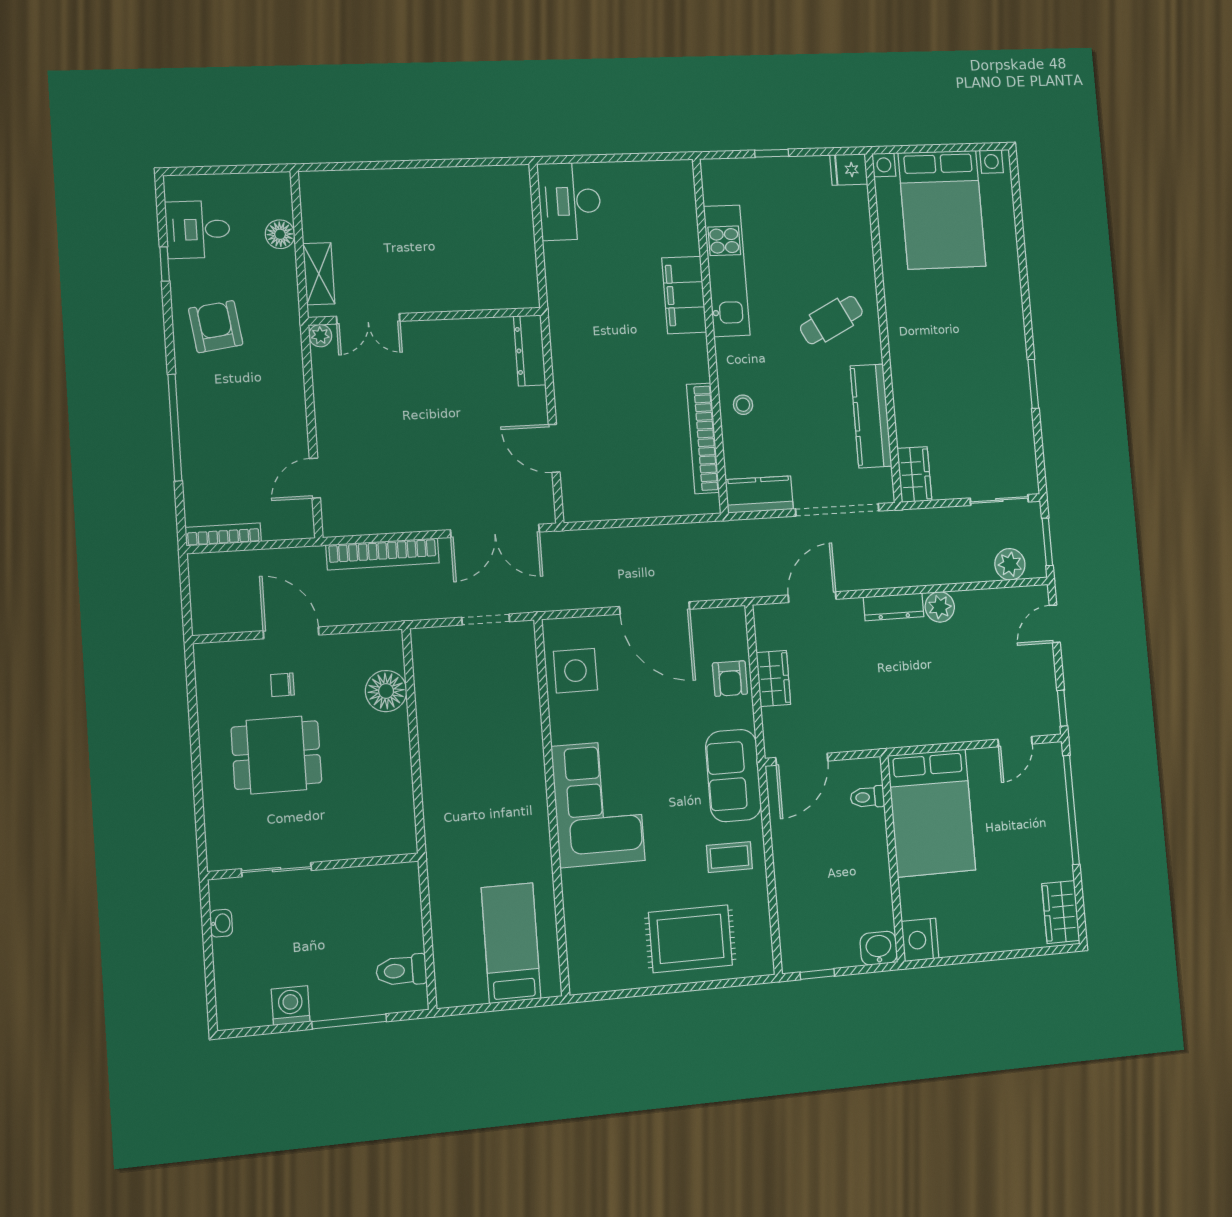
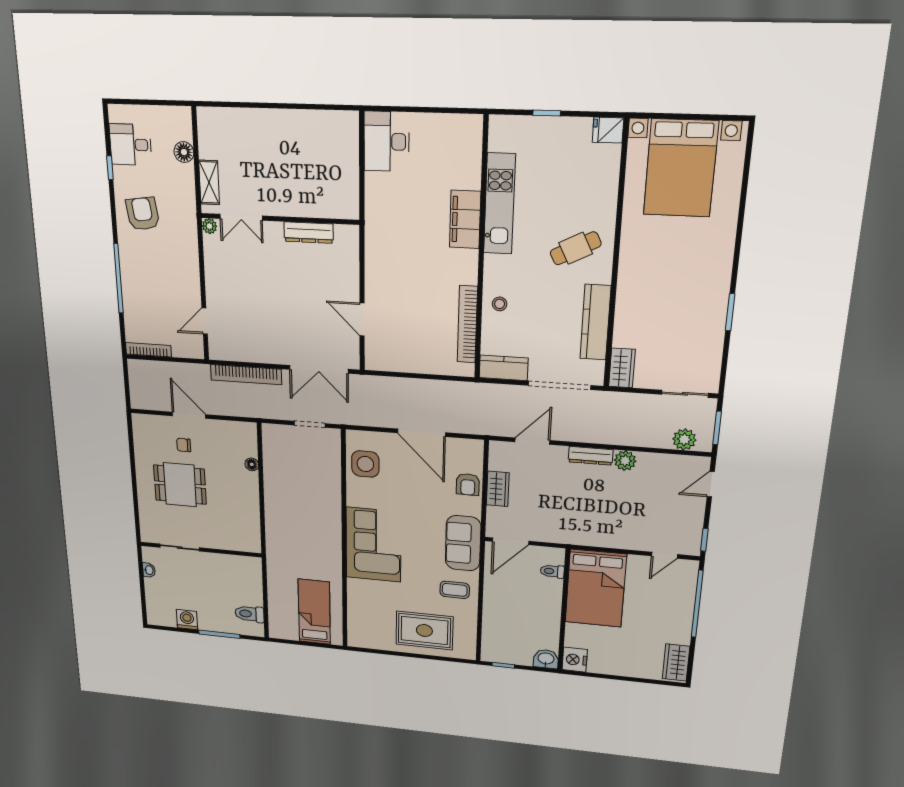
dresser: (530, 350) -> (309, 233), moved, turned -90
floor lamp: (386, 691) -> (252, 464), width x0.53, depth x0.53

